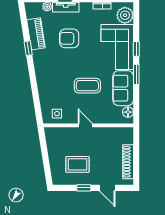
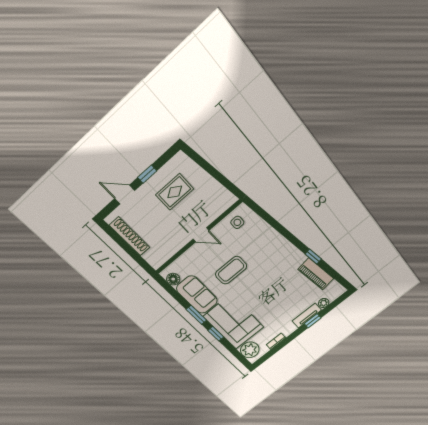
armchair: (69, 38) -> (282, 294), removed

